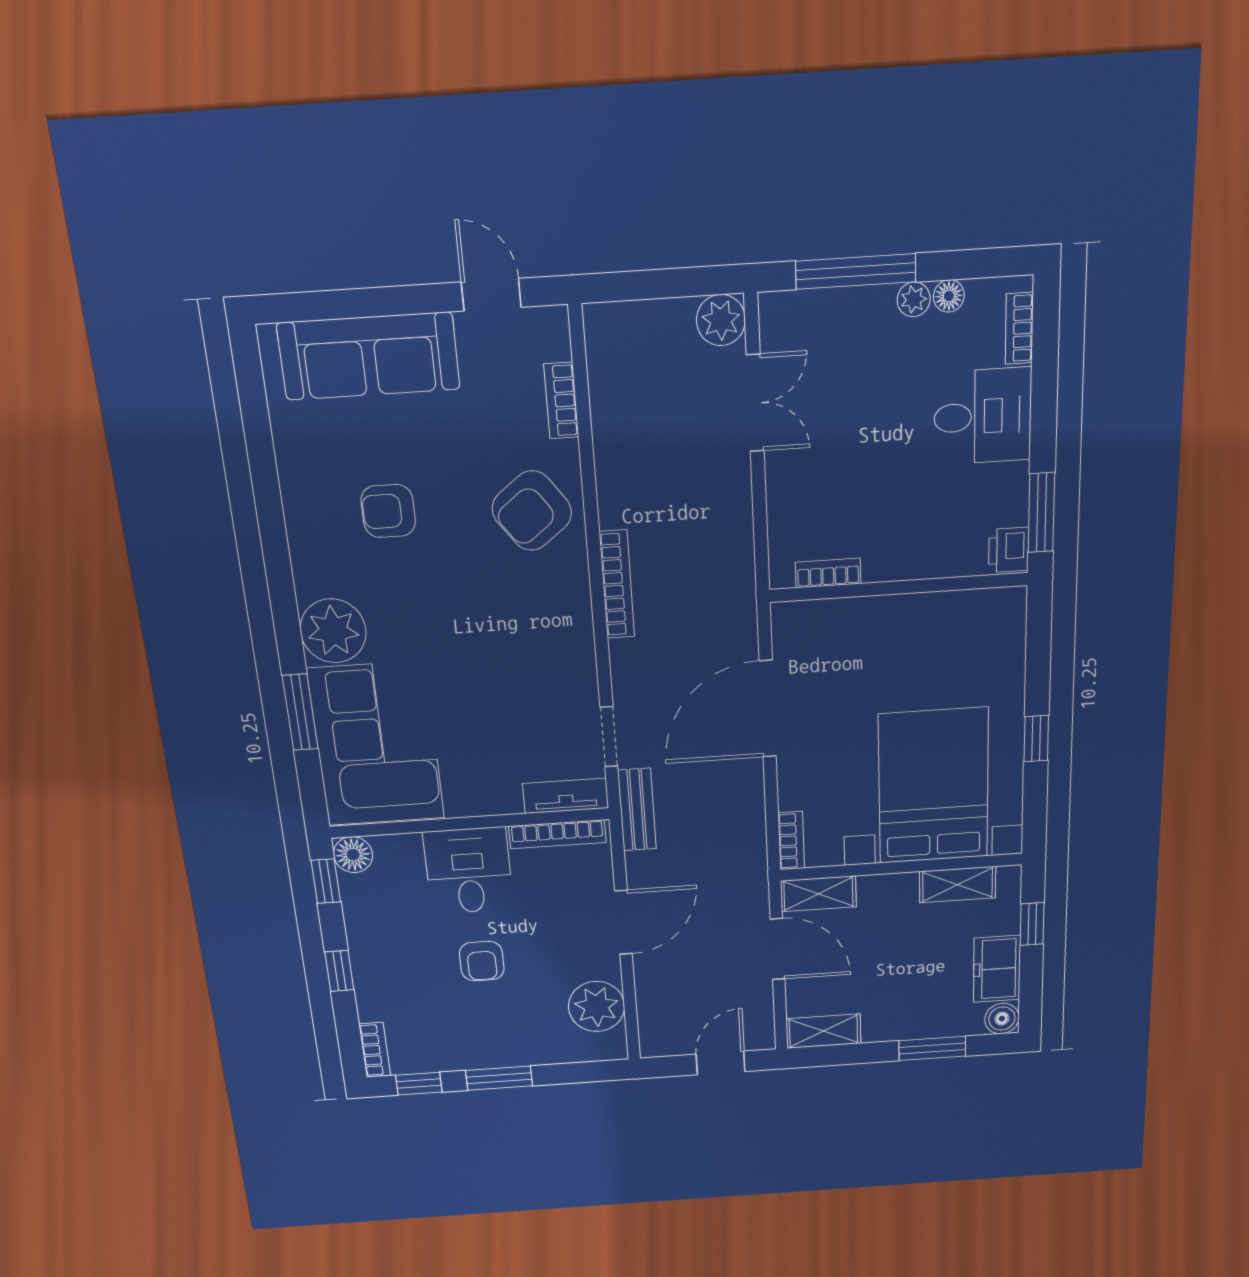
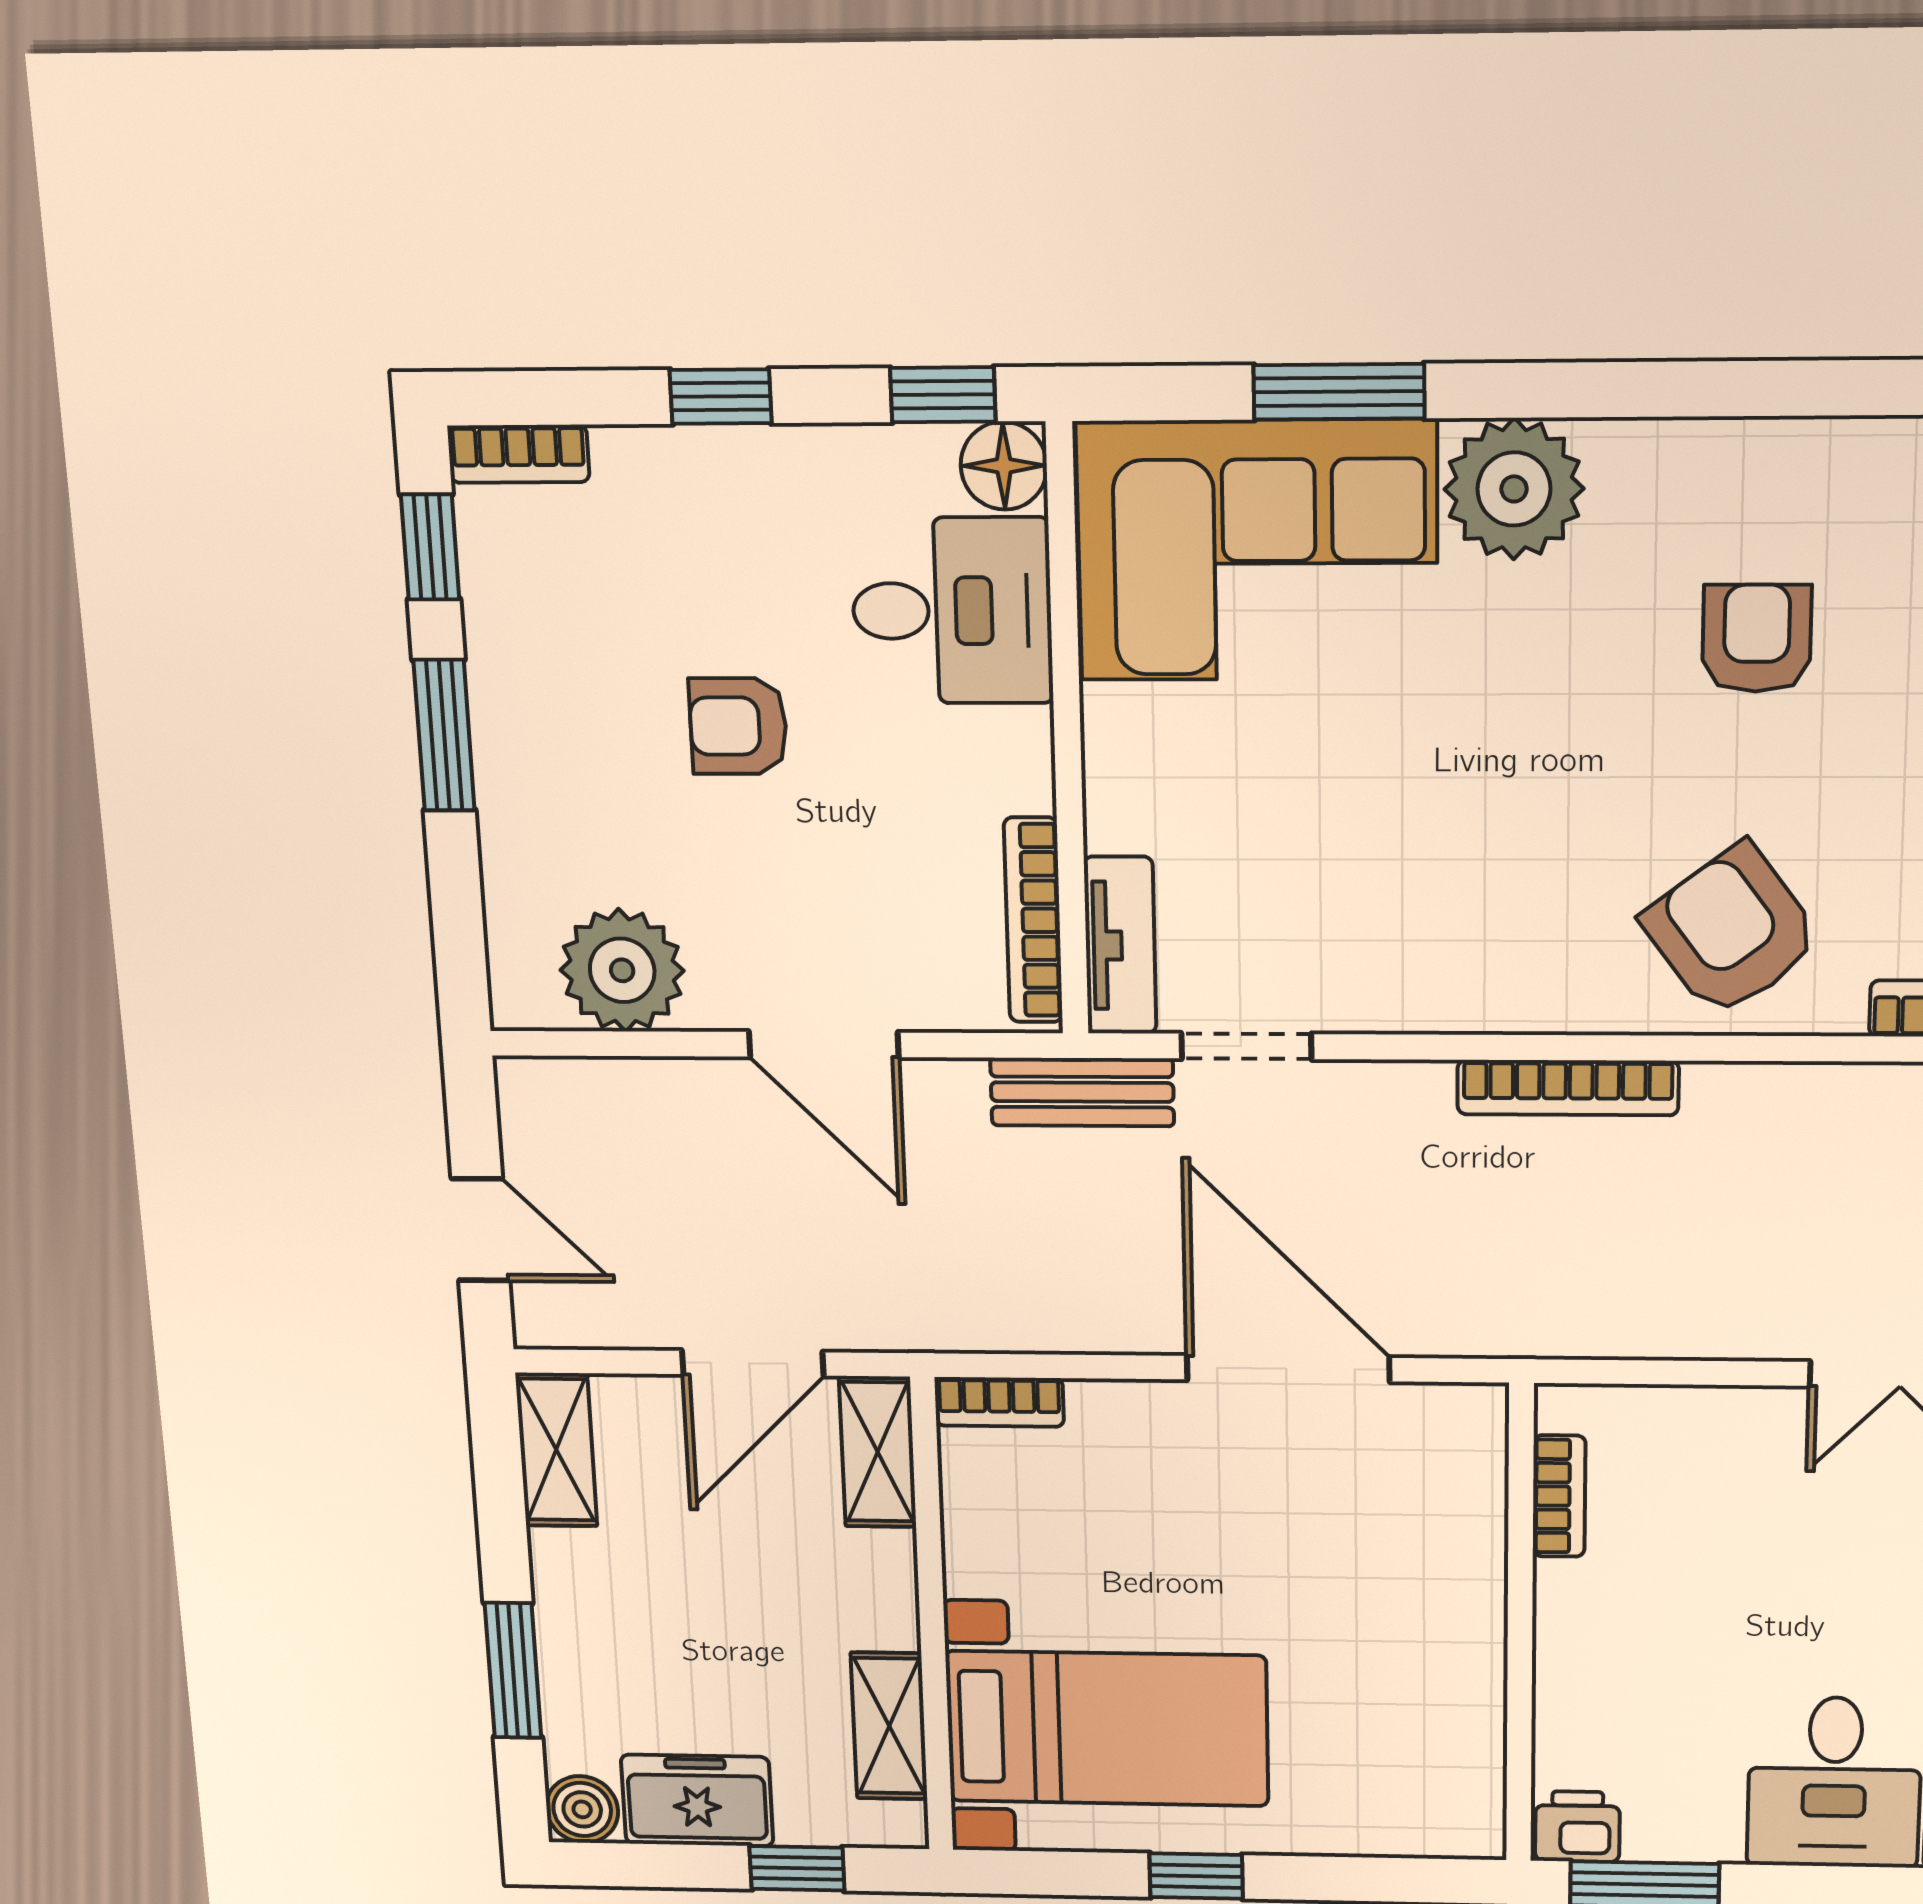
bed with nightstands: (933, 786) -> (1107, 1729), width x0.73
desk: (468, 871) -> (952, 611), moved

